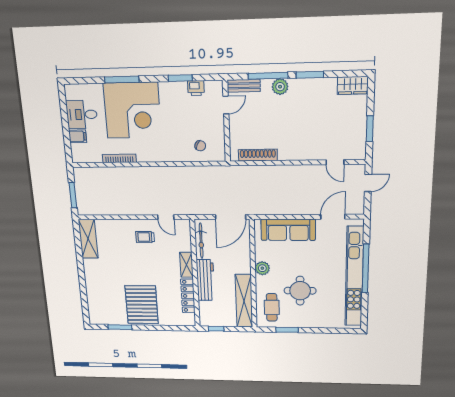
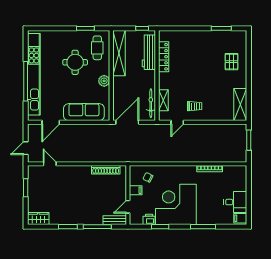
plant: (280, 87) -> (89, 219), removed
corner desk: (132, 110) -> (176, 204), moved
filing cabinet: (216, 128) -> (136, 190), added
filing cabinet: (78, 136) -> (240, 218), moved
door: (166, 217) -> (177, 122), swing flipped
shelving: (186, 265) -> (163, 100), moved
workbench: (205, 280) -> (149, 52), moved
pallet: (142, 305) -> (232, 62), moved, width x0.49, depth x0.50

